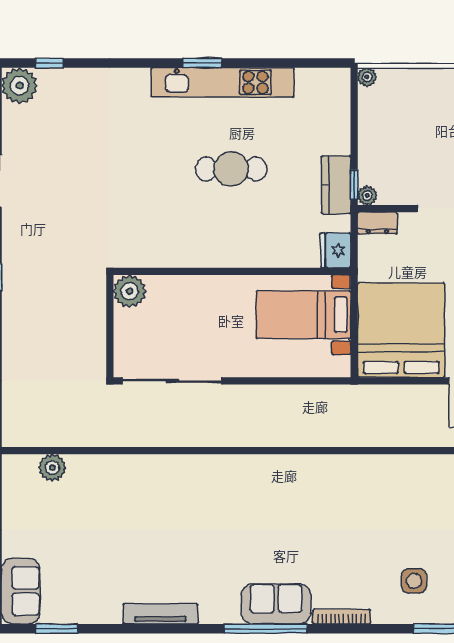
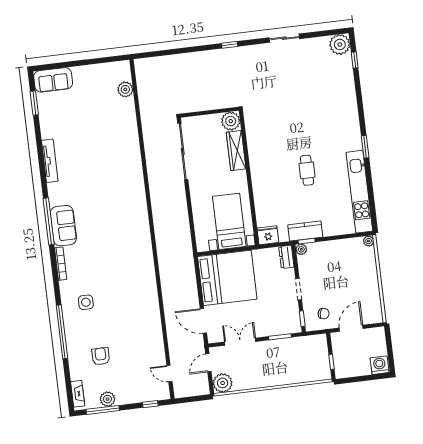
kitchen unit: (223, 82) -> (359, 192), moved
cafe table: (231, 169) -> (307, 170), width x0.73, depth x0.74
wardrobe: (182, 288) -> (236, 151), added

